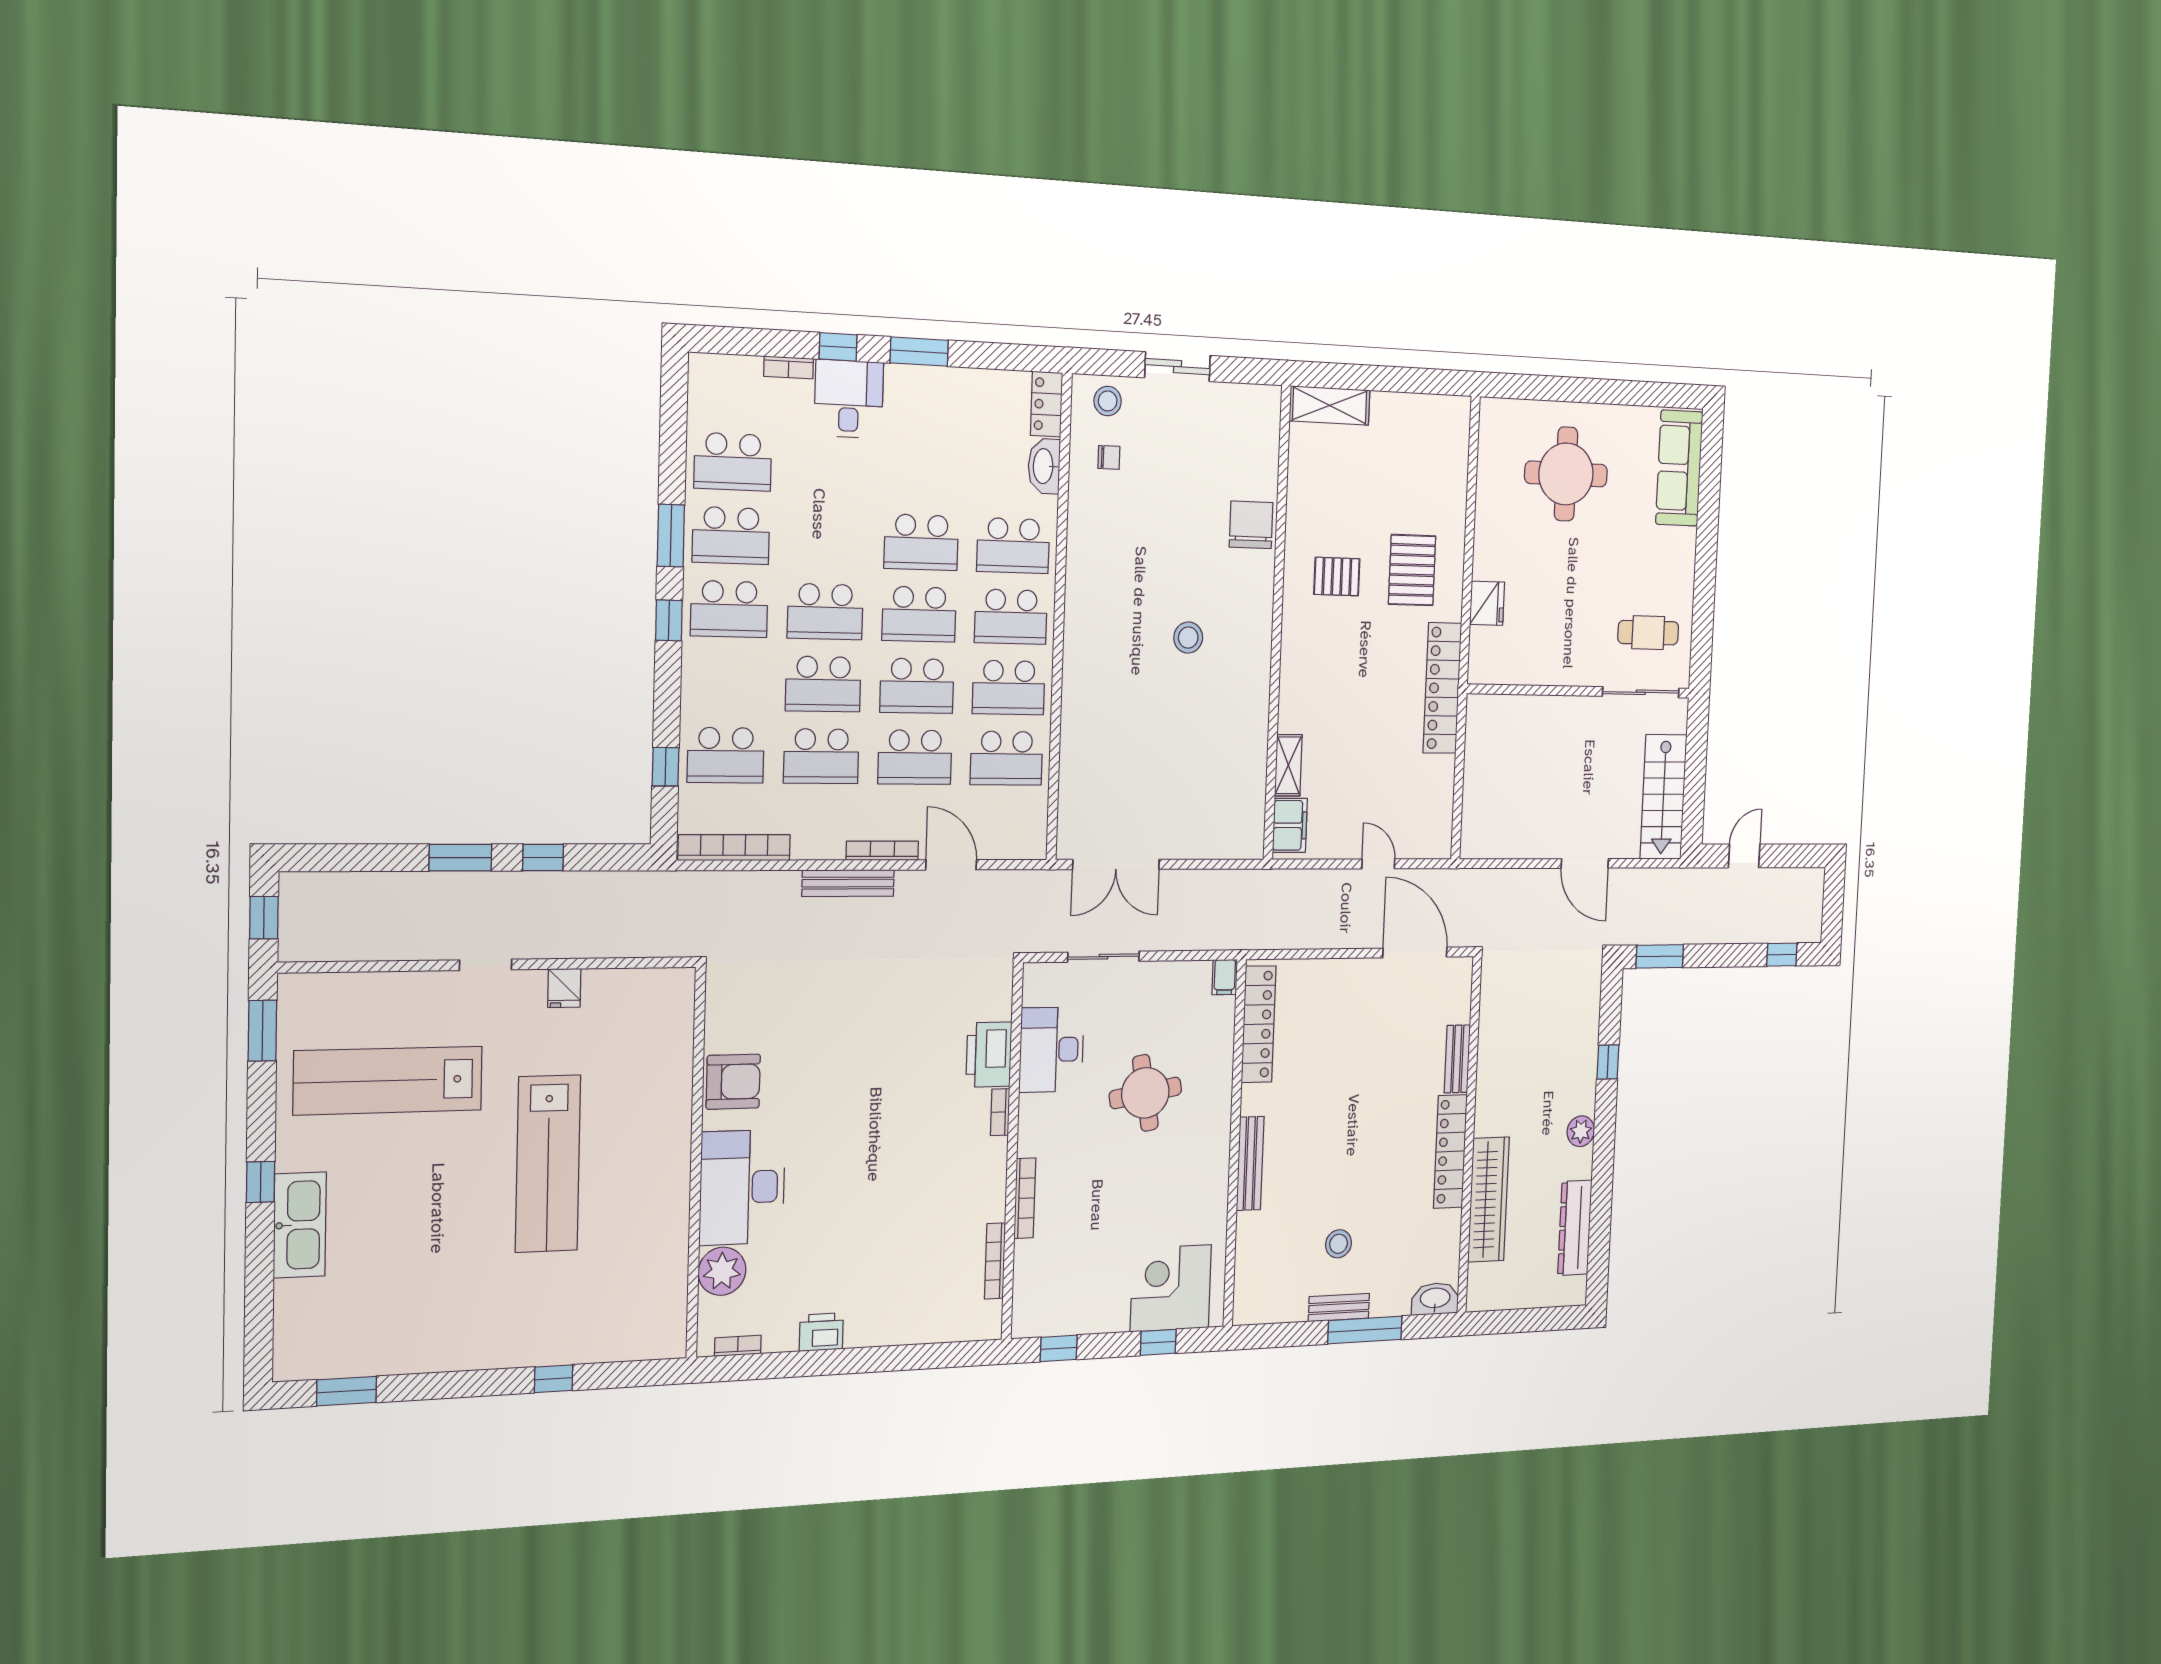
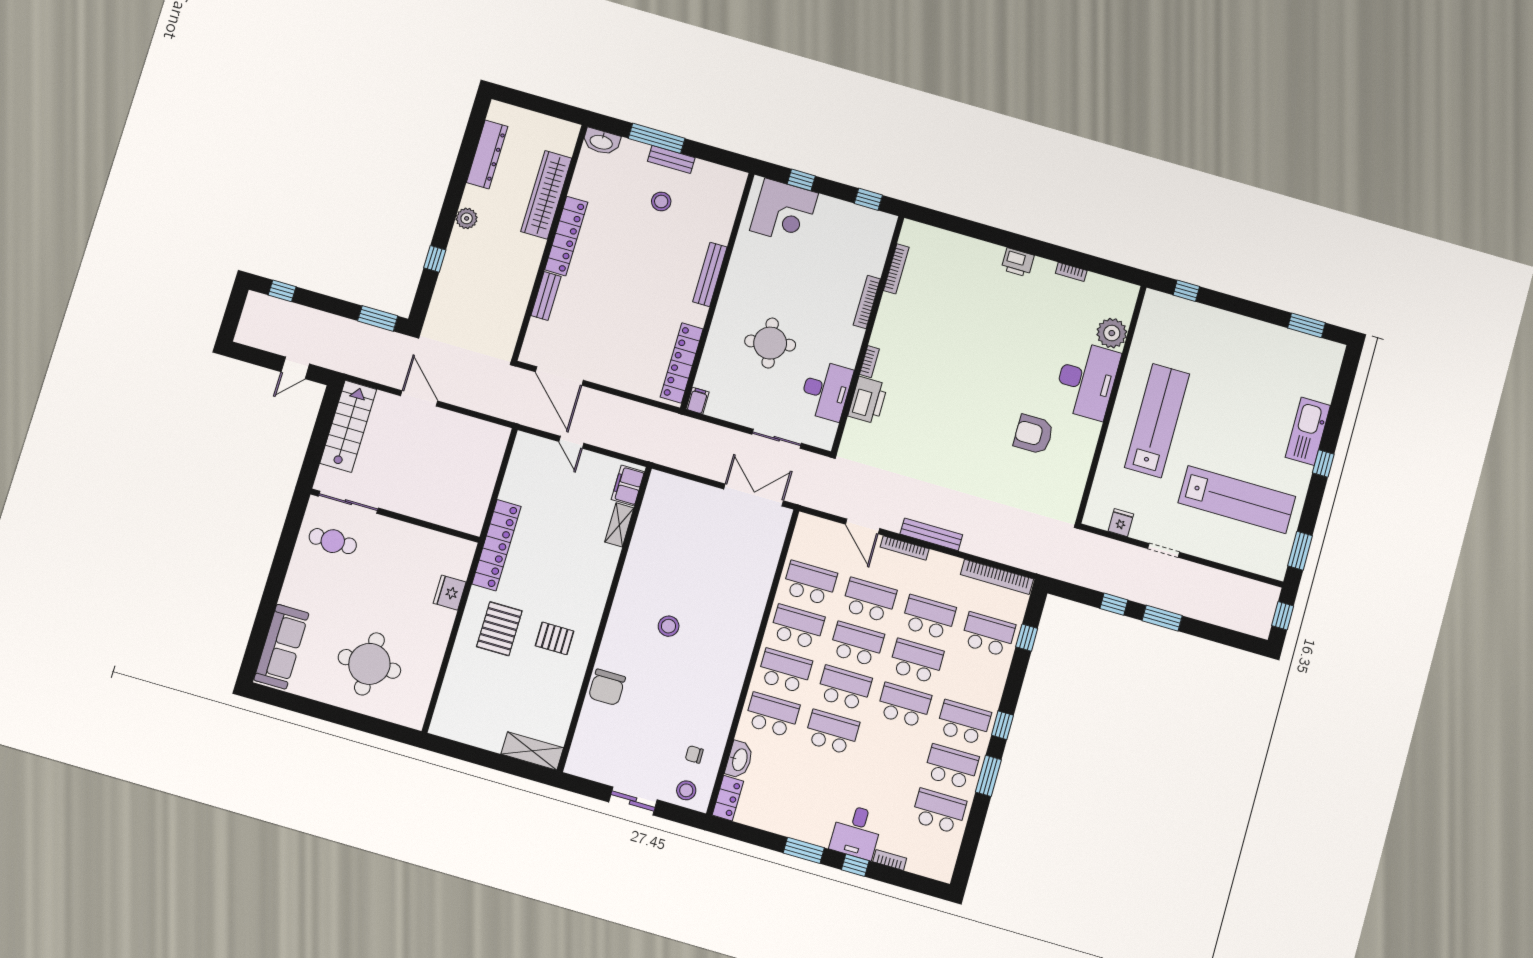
wall: (696, 1163) -> (1111, 404), moved
desk: (742, 1187) -> (1087, 380), moved
plant: (722, 1271) -> (1112, 333), moved

